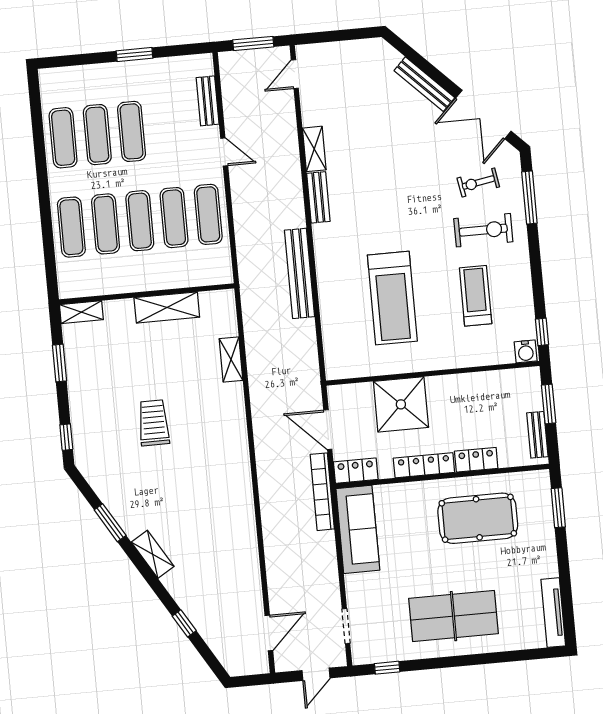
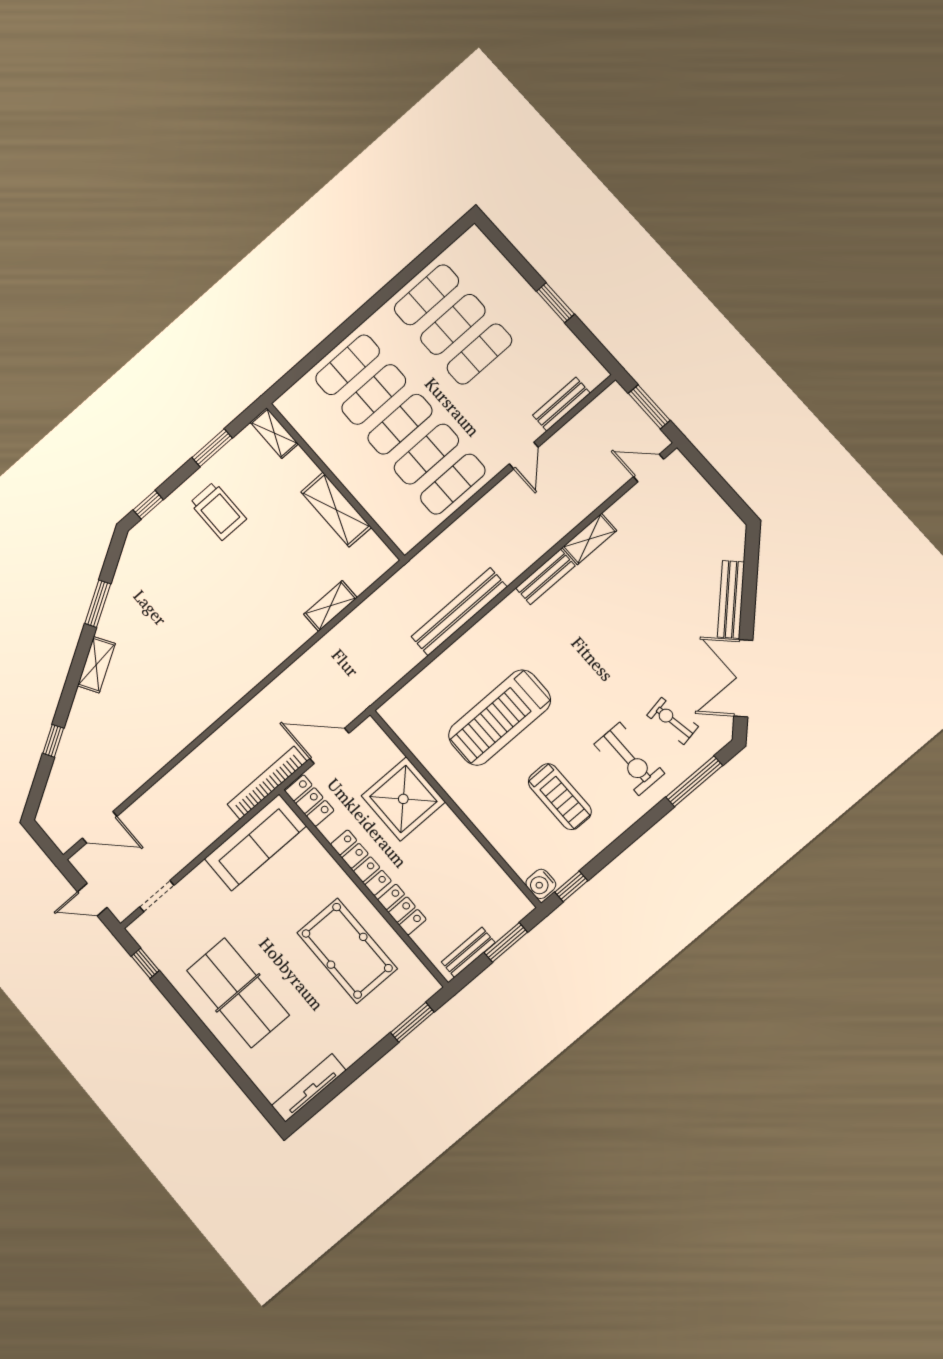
treadmill: (476, 296) -> (560, 797), turned 90
trolley: (154, 423) -> (218, 511), moved, turned 90
door: (328, 430) -> (329, 746), hinge flipped

